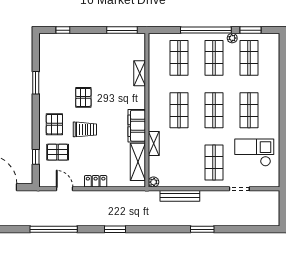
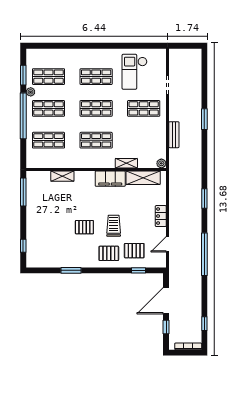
pallet: (58, 152) -> (134, 251), turned 90
bench: (180, 196) -> (174, 135), width x0.73

